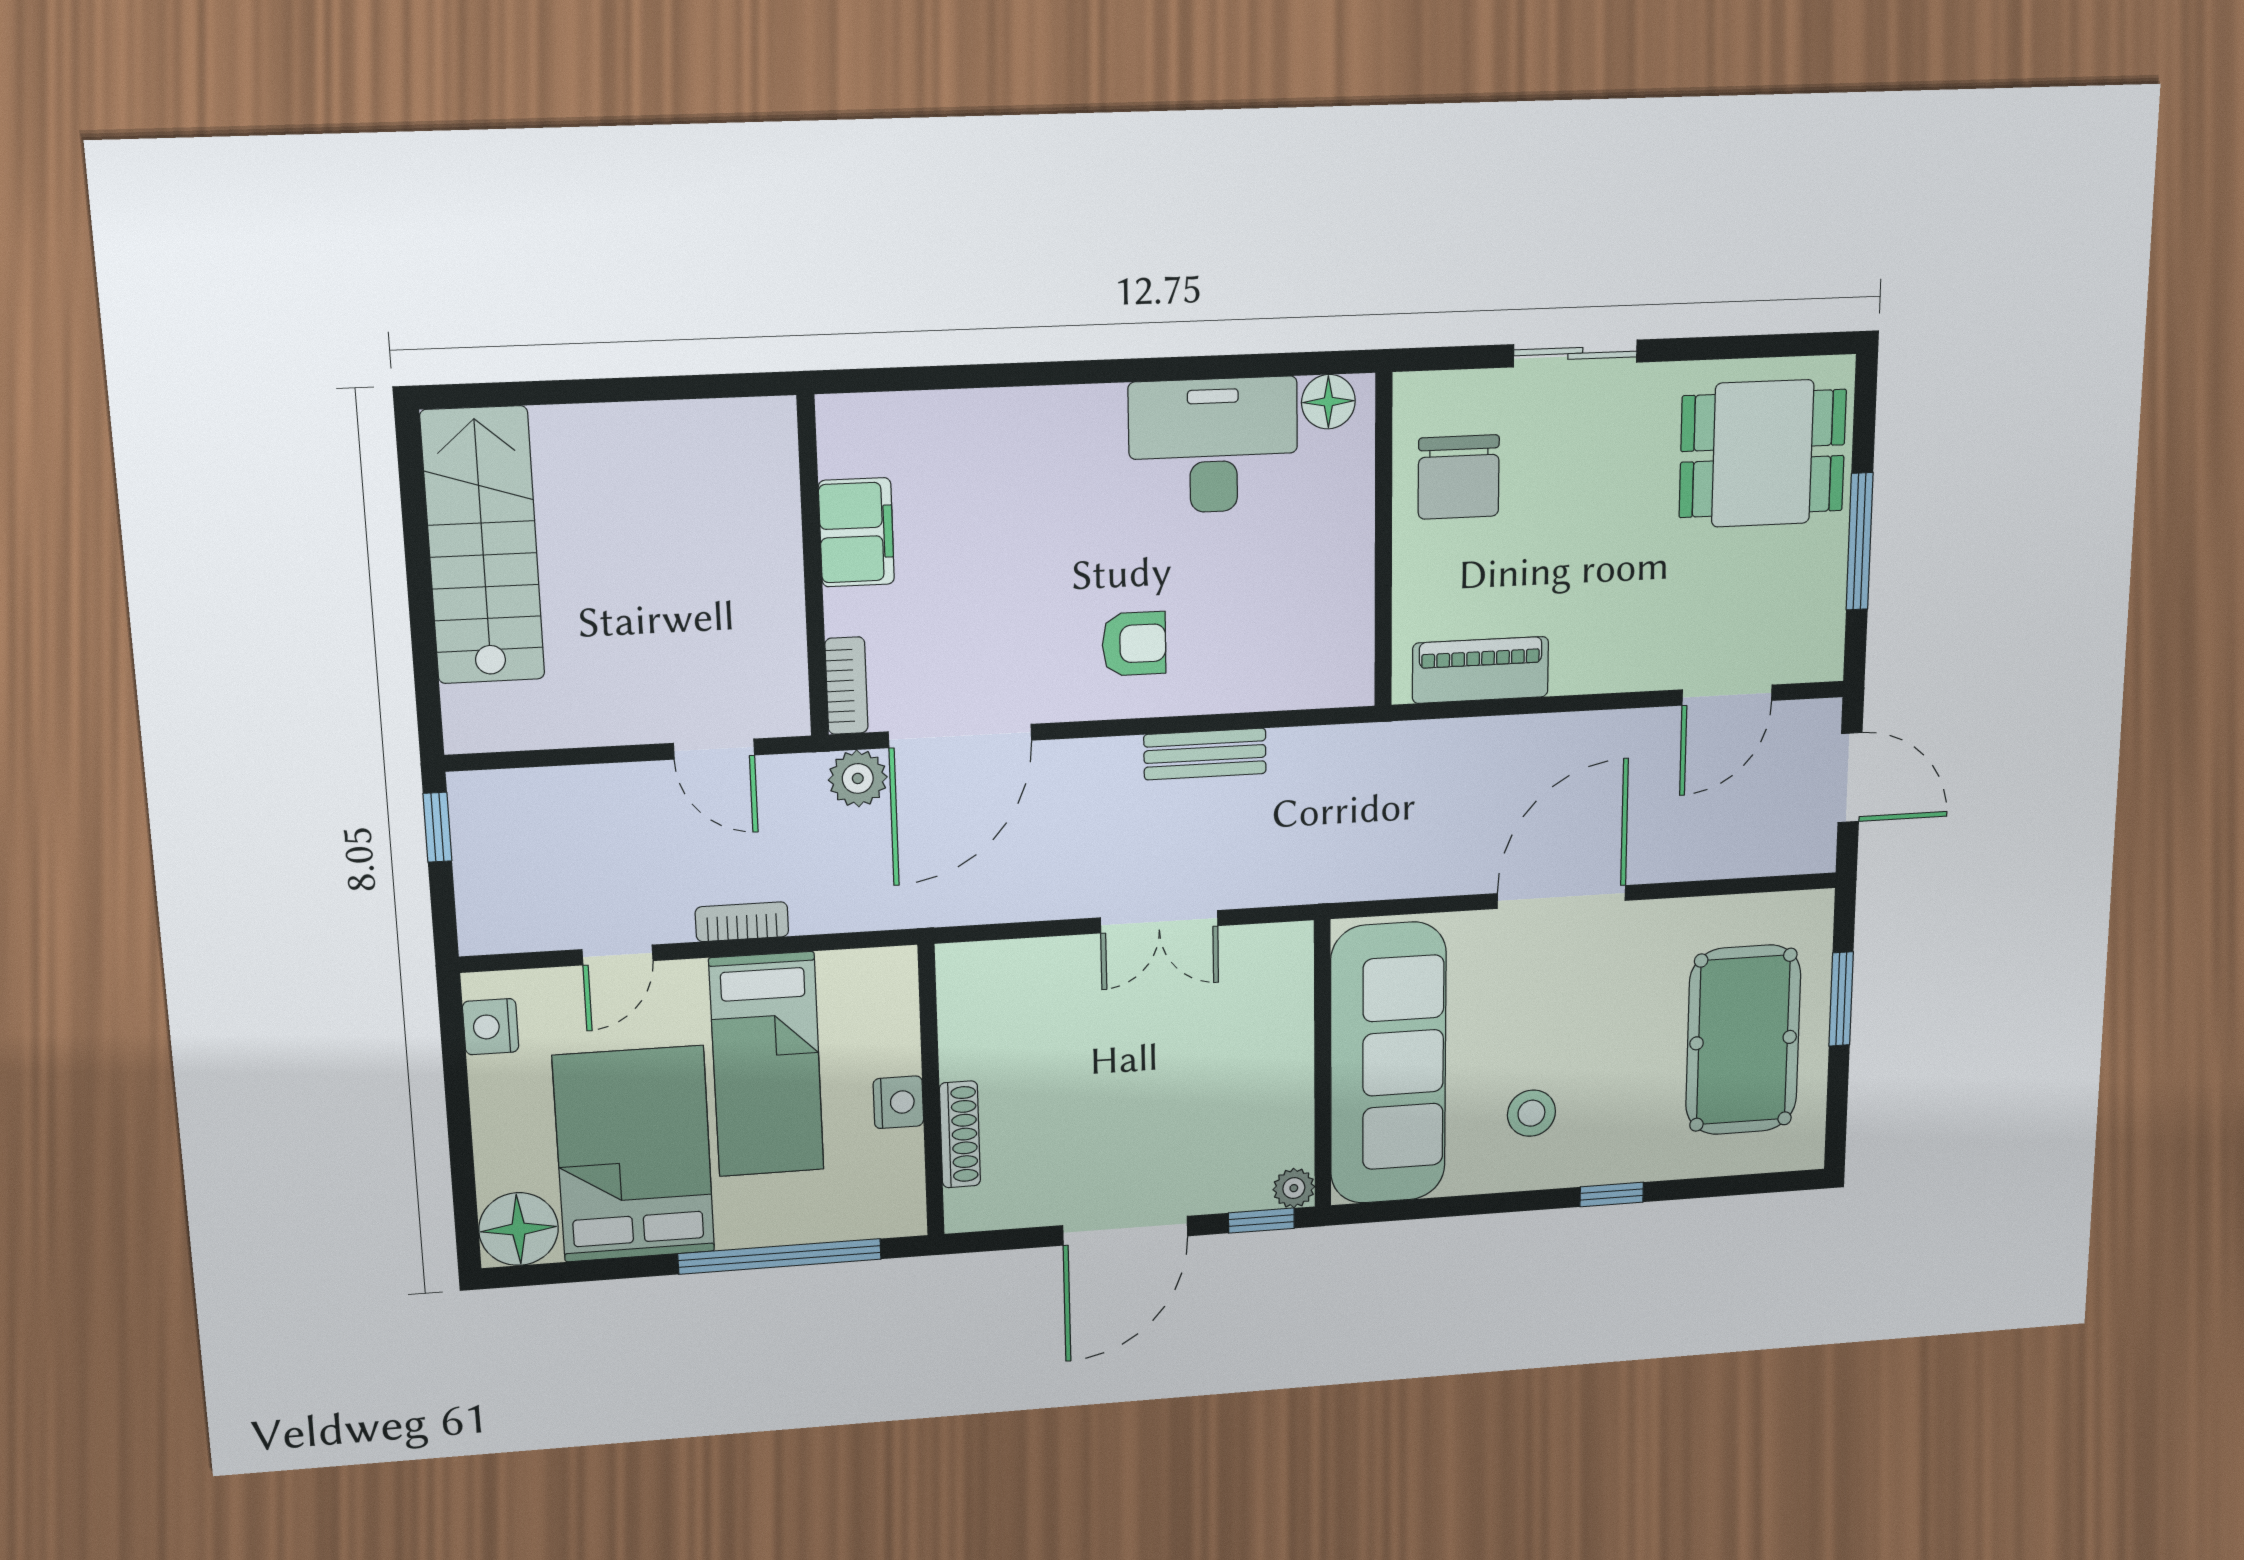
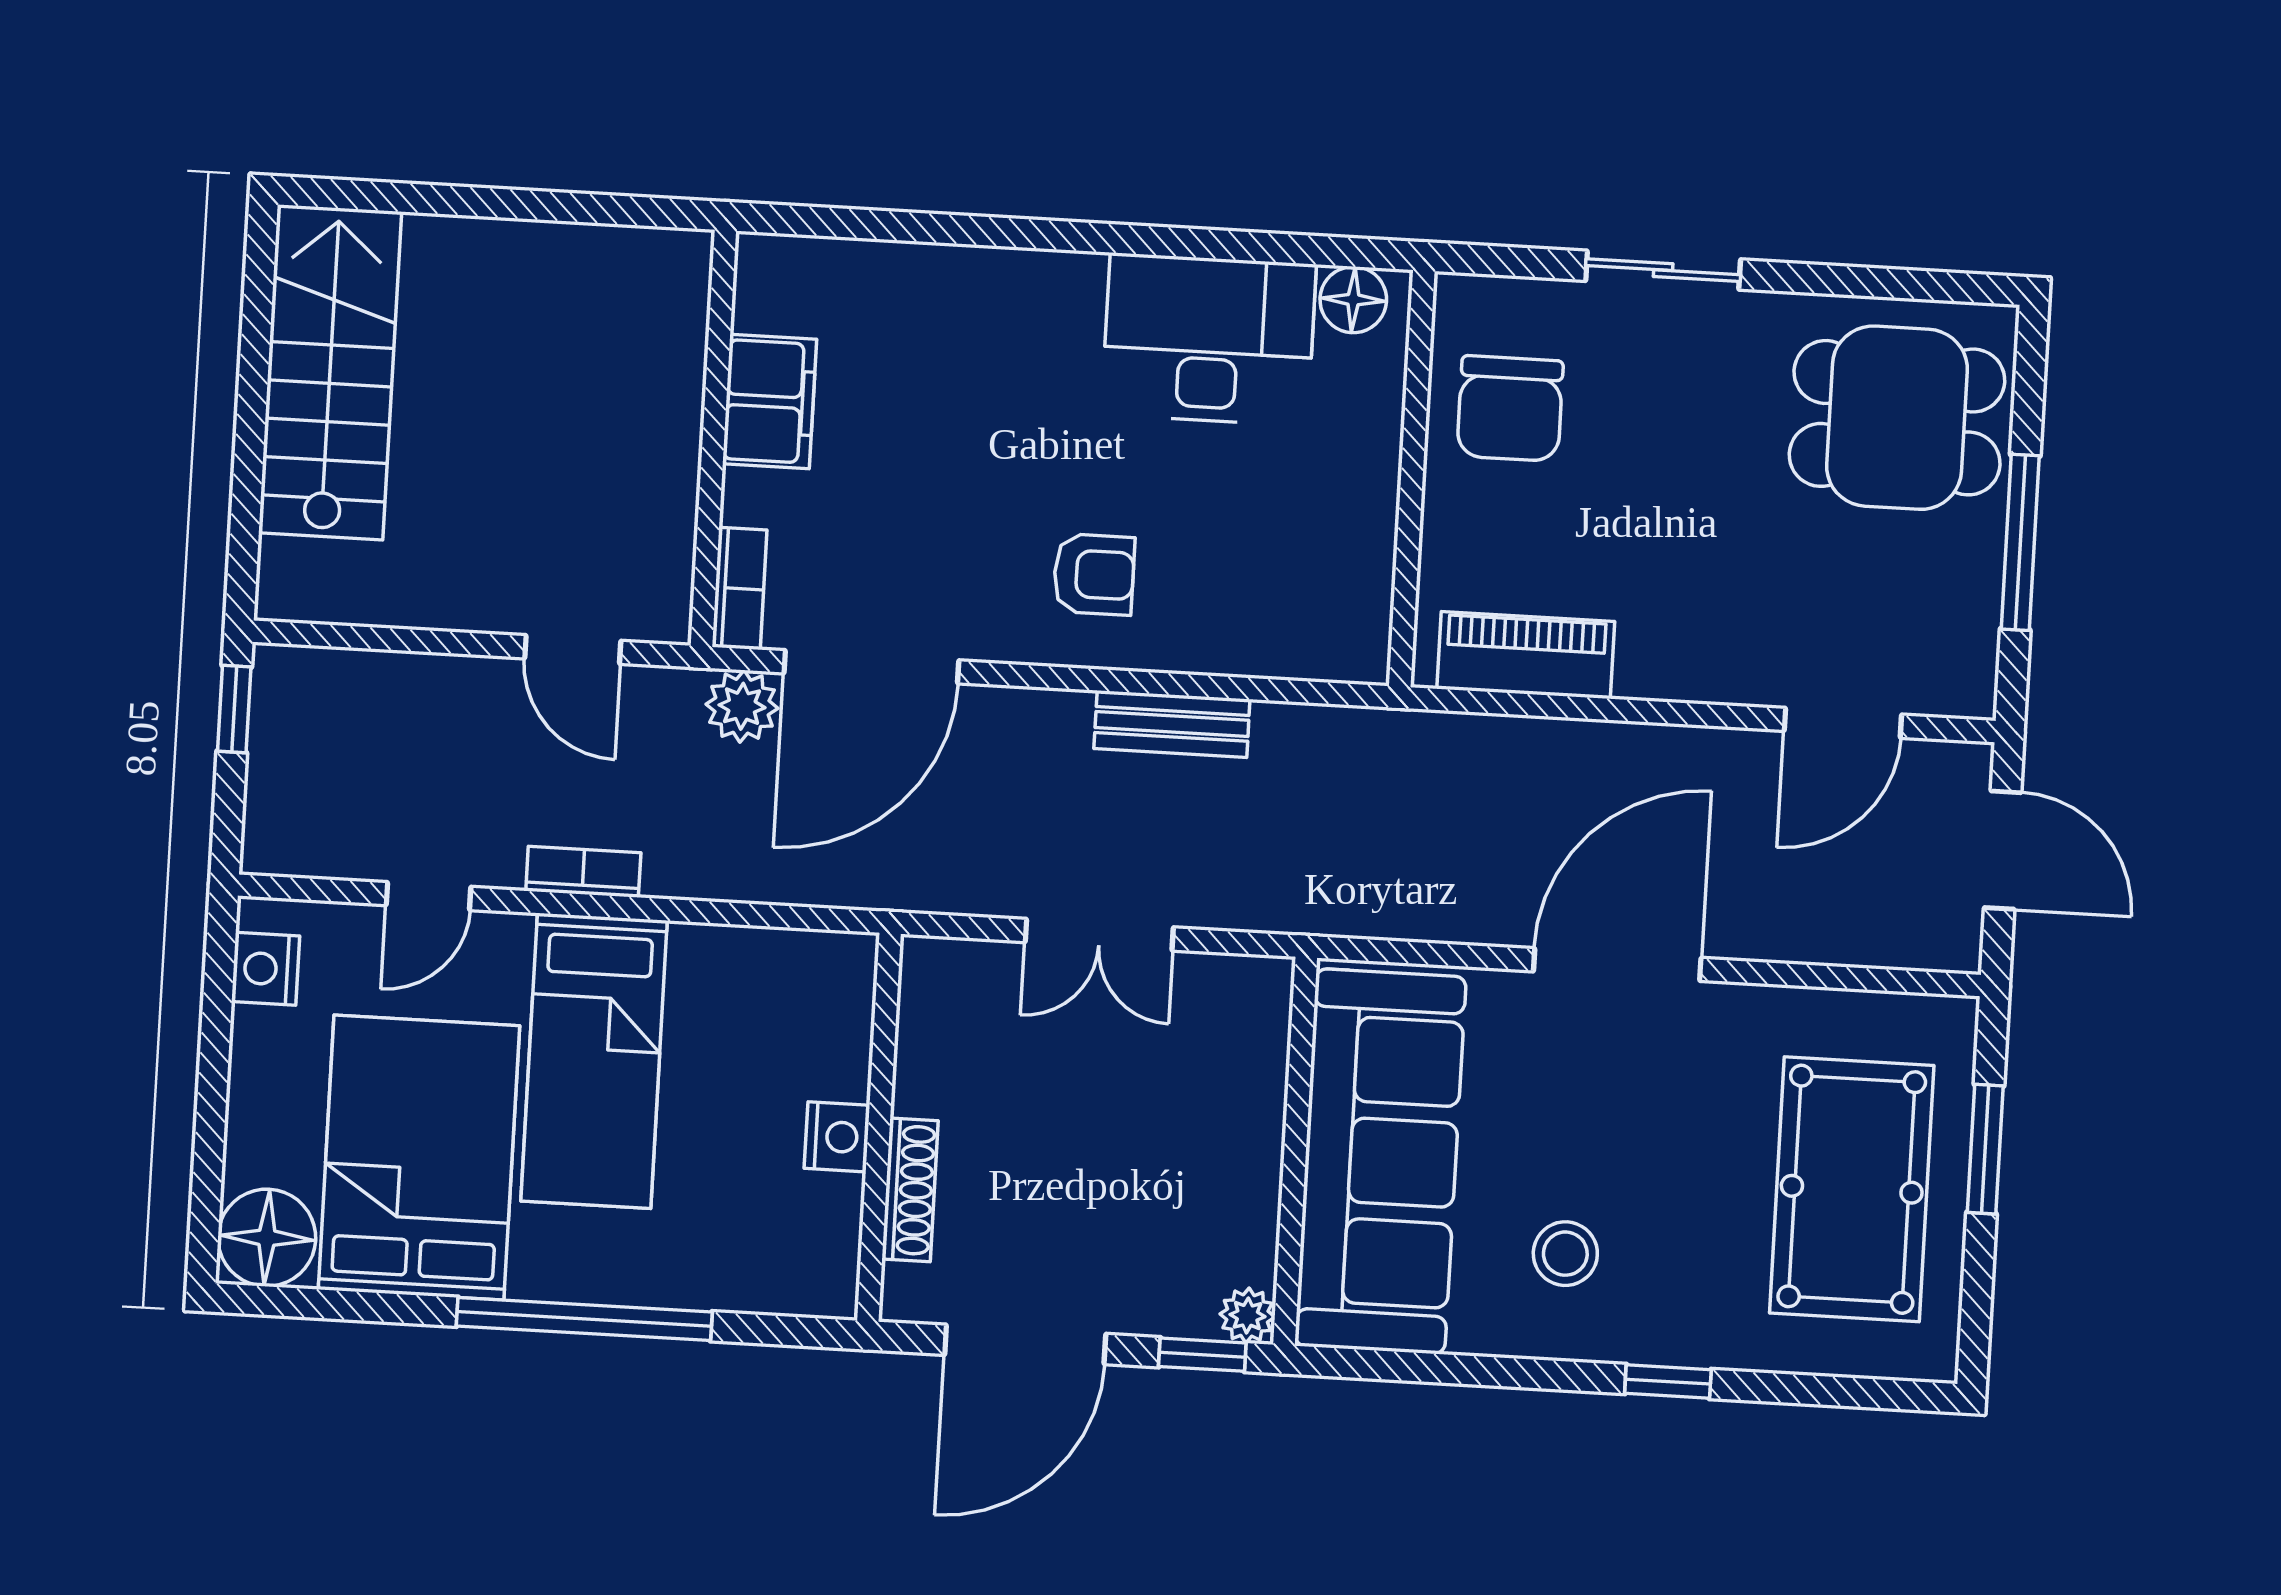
wall: (931, 1091) -> (879, 1127), moved
nightstand: (898, 1102) -> (837, 1137), moved
shoe rack: (960, 1134) -> (910, 1190), moved

